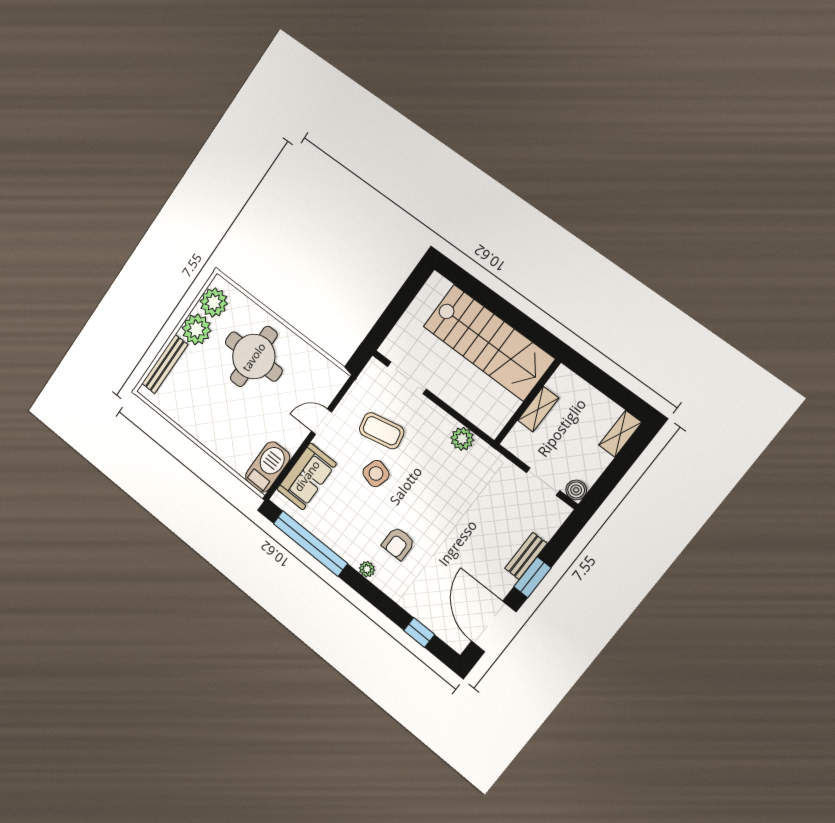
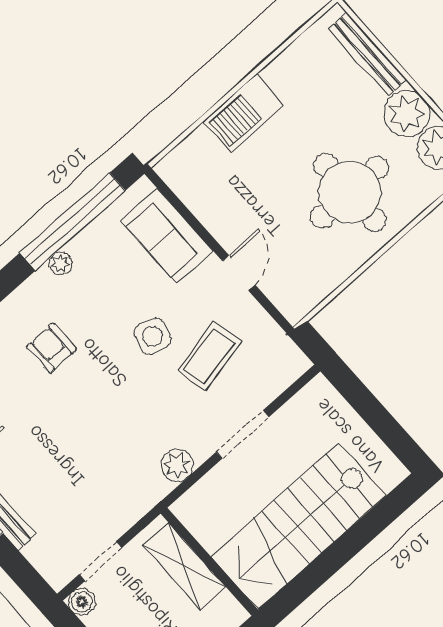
doorway: (407, 378) -> (243, 434), moved
shelving: (538, 409) -> (184, 566), width x1.50, depth x1.33
barbecue: (268, 467) -> (243, 113), moved, turned 90
plant: (367, 569) -> (61, 264), moved

